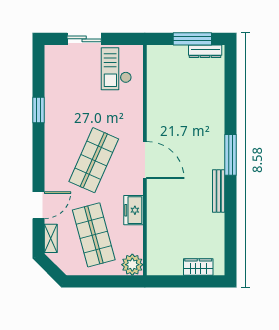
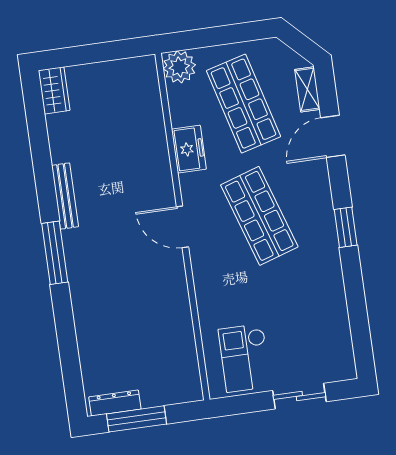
checkout: (116, 69) -> (245, 358), turned 180
window: (38, 110) -> (346, 227), moved
shop shelf: (94, 160) -> (259, 216), turned -42
door: (145, 160) -> (182, 227), width x0.73
wardrobe: (198, 267) -> (54, 90), moved, turned -90

